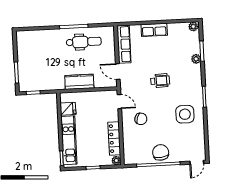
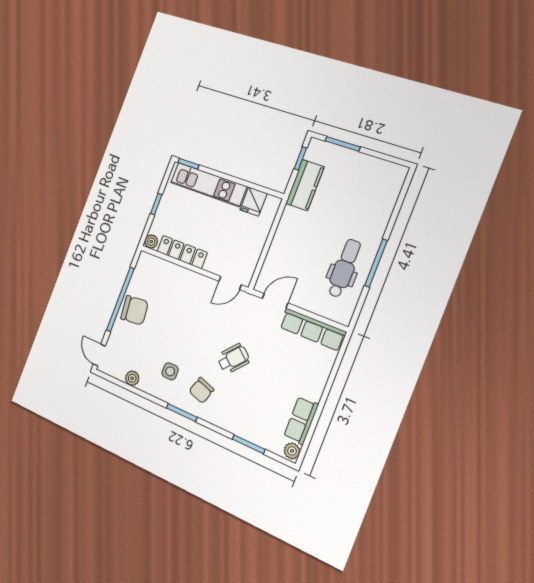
row of seats: (154, 30) -> (301, 420), moved
dental chair: (84, 42) -> (344, 268), turned 180
plant: (196, 59) -> (132, 378), moved
wheelchair: (160, 81) -> (233, 359), turned -137
kitchen counter: (79, 82) -> (305, 185), moved
side table: (185, 114) -> (170, 371), width x0.54, depth x0.54
chair: (141, 119) -> (201, 390), moved

